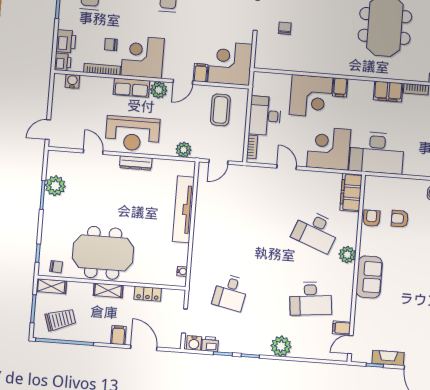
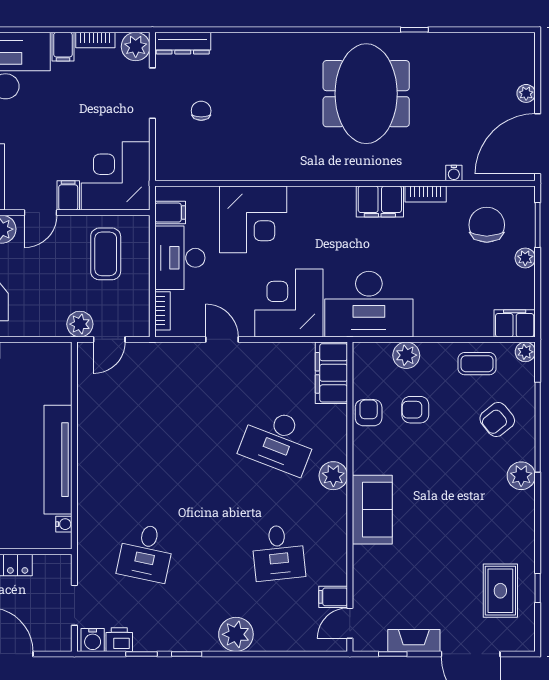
filing cabinet: (340, 87) -> (170, 213), moved, turned -90
plant: (184, 150) -> (80, 324), moved
plant: (397, 185) -> (406, 355), added
tv unit: (183, 209) -> (58, 460), moved
desk: (311, 299) -> (278, 553), width x0.73

